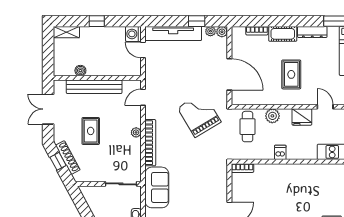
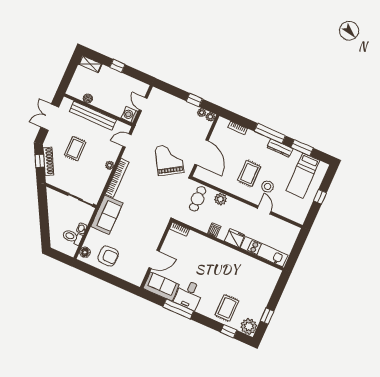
window: (295, 21) -> (270, 133), added
tv unit: (173, 33) -> (172, 102), removed
washing machine: (133, 34) -> (129, 115), moved
cot: (283, 34) -> (256, 139), removed
stool: (317, 80) -> (268, 186), added
grand piano: (199, 115) -> (169, 160), moved
fridge: (302, 117) -> (235, 238), moved, turned 180

